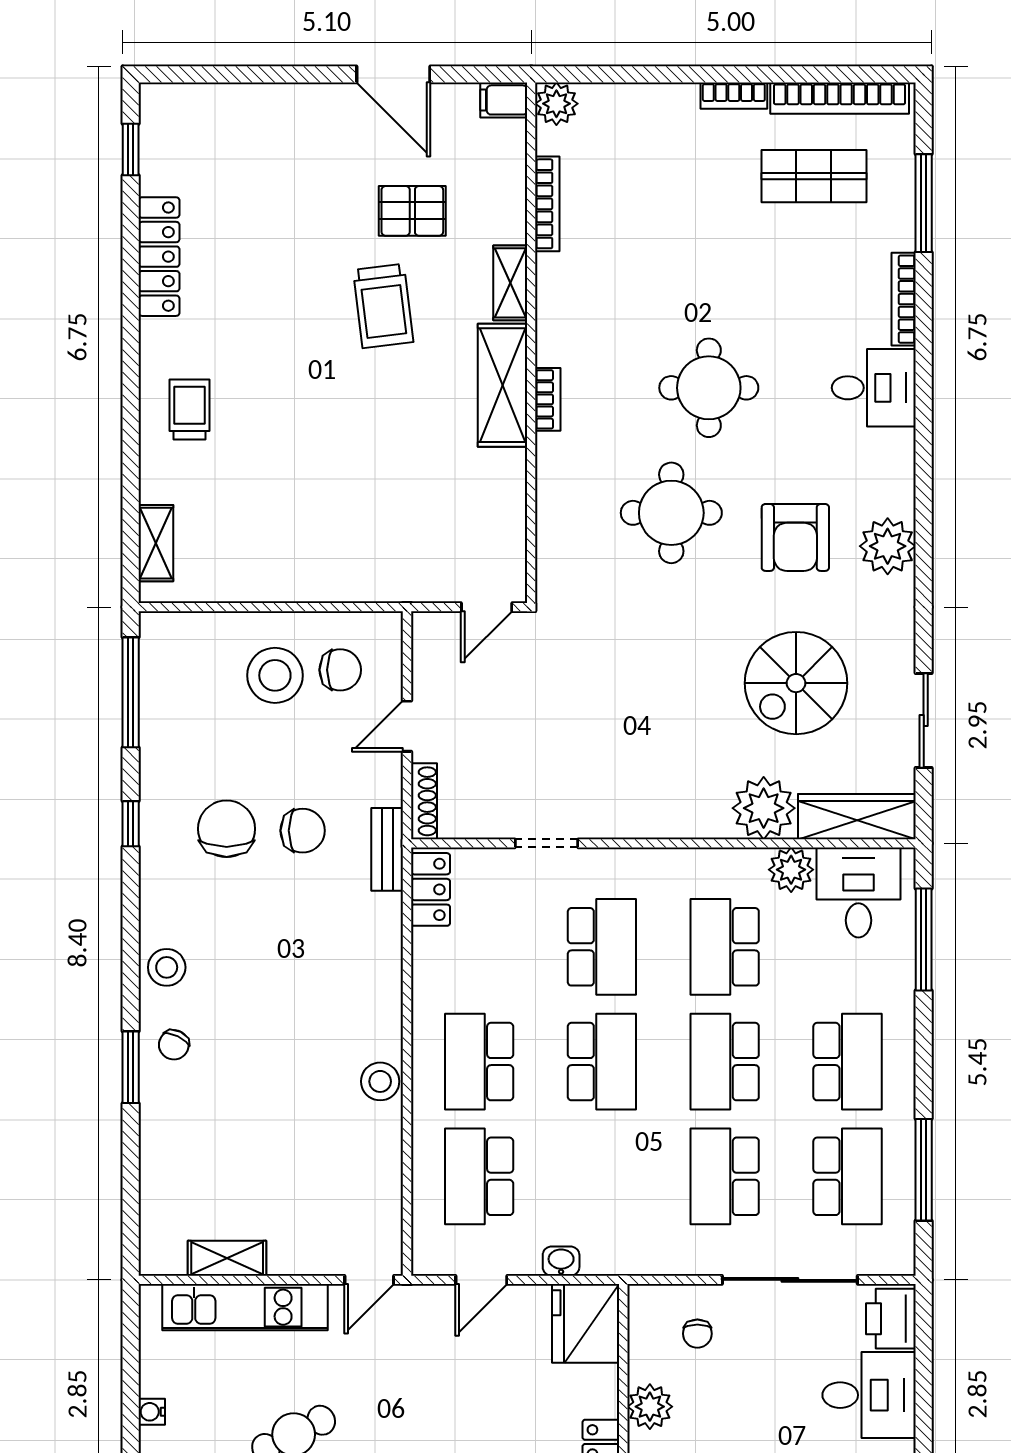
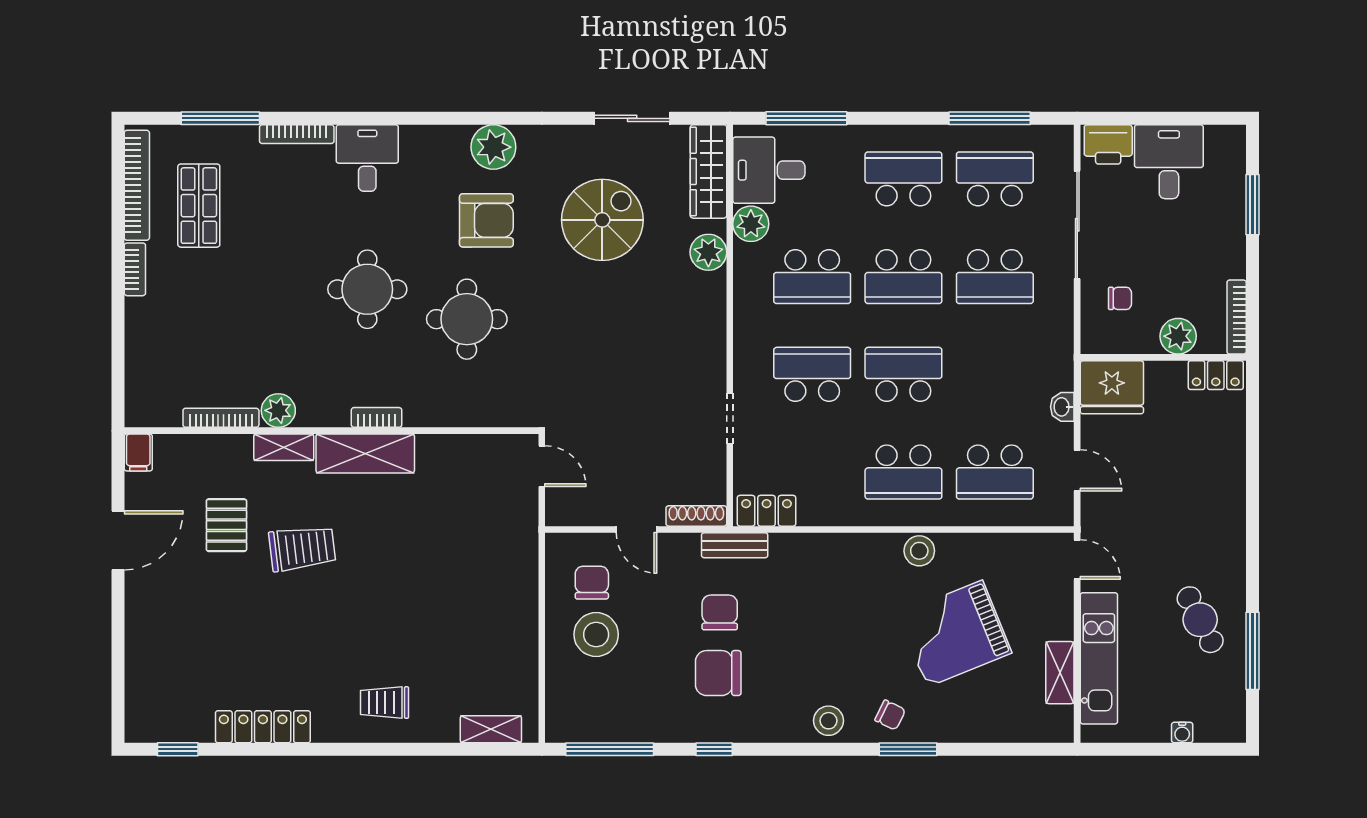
plant: (556, 104) -> (278, 410), moved
spiral stairs: (796, 683) -> (602, 220), turned -90
plant: (764, 808) -> (708, 252), width x0.73, depth x0.73
grand piano: (276, 1126) -> (955, 634), added

